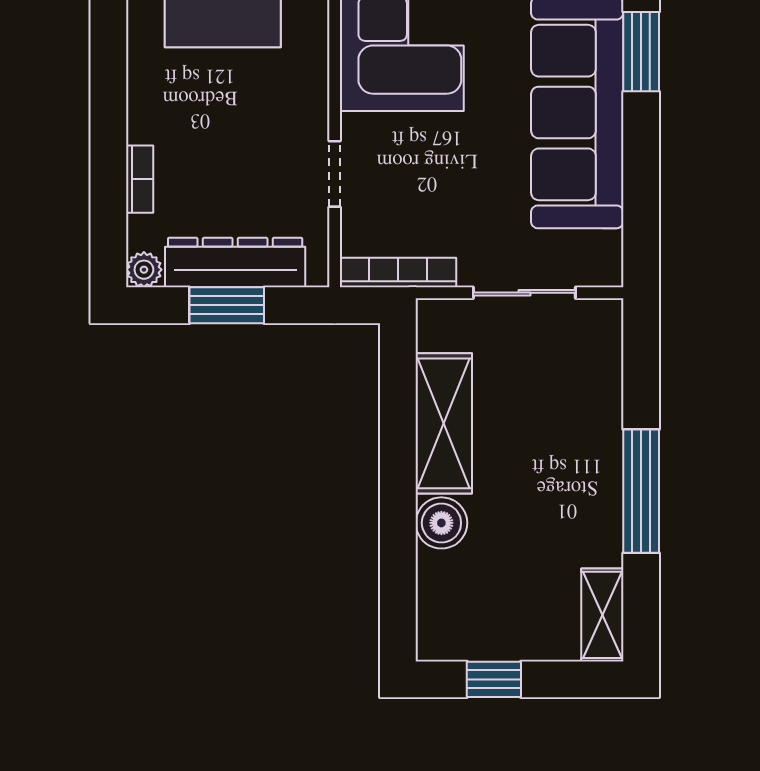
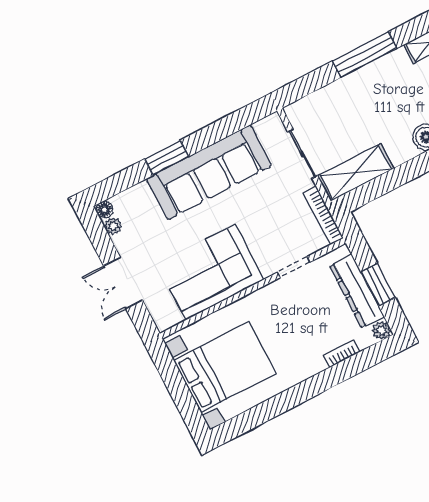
shelving: (444, 423) -> (356, 172), moved

